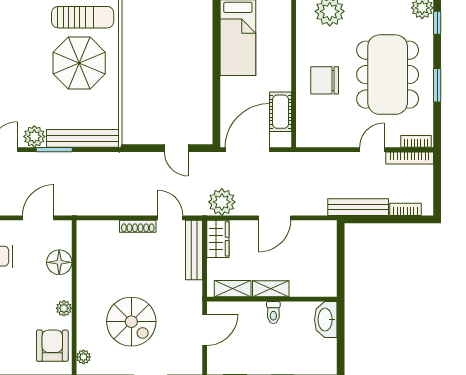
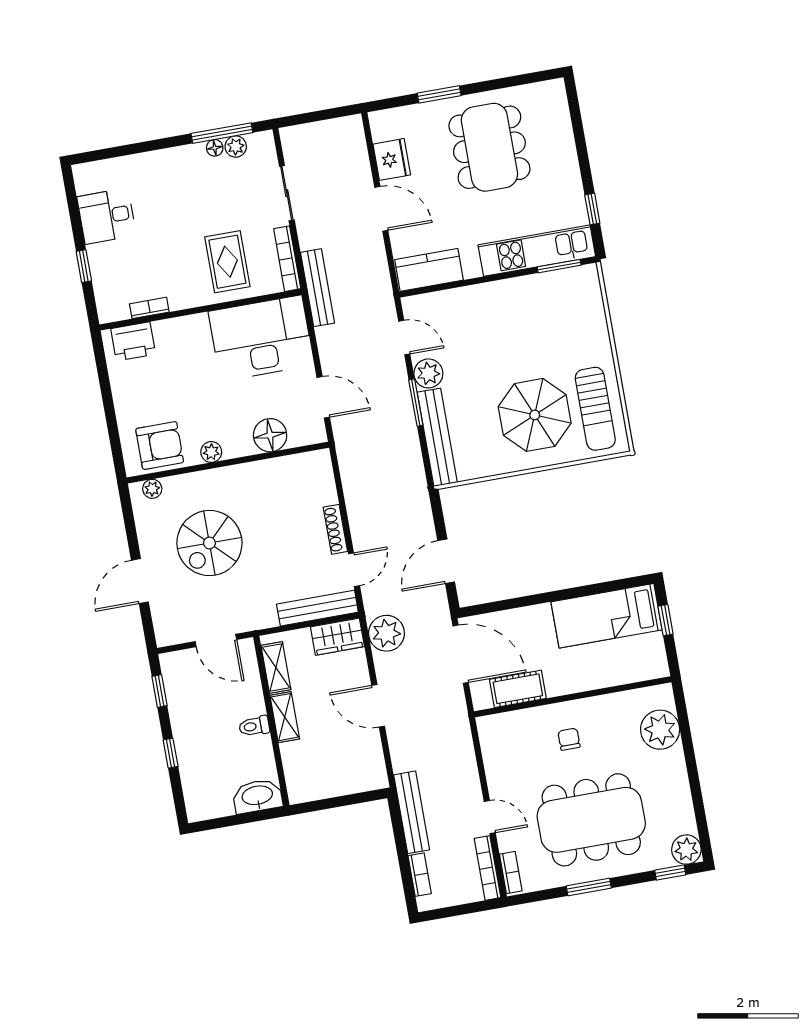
chair: (325, 80) -> (569, 739), width x0.54, depth x0.54
door: (176, 148) -> (446, 561), width x1.38

